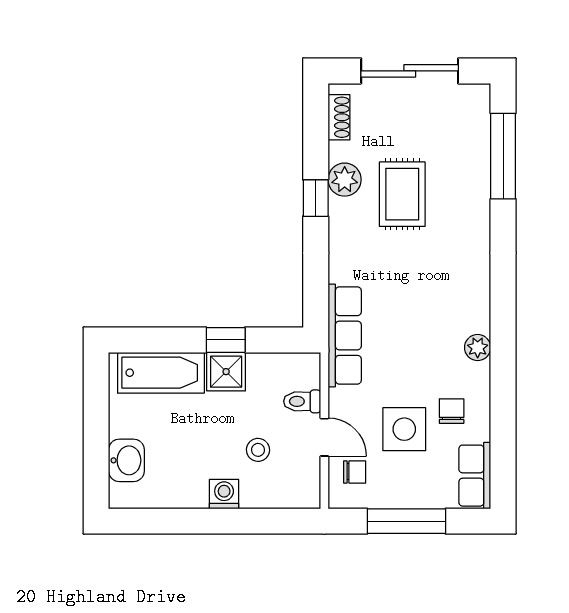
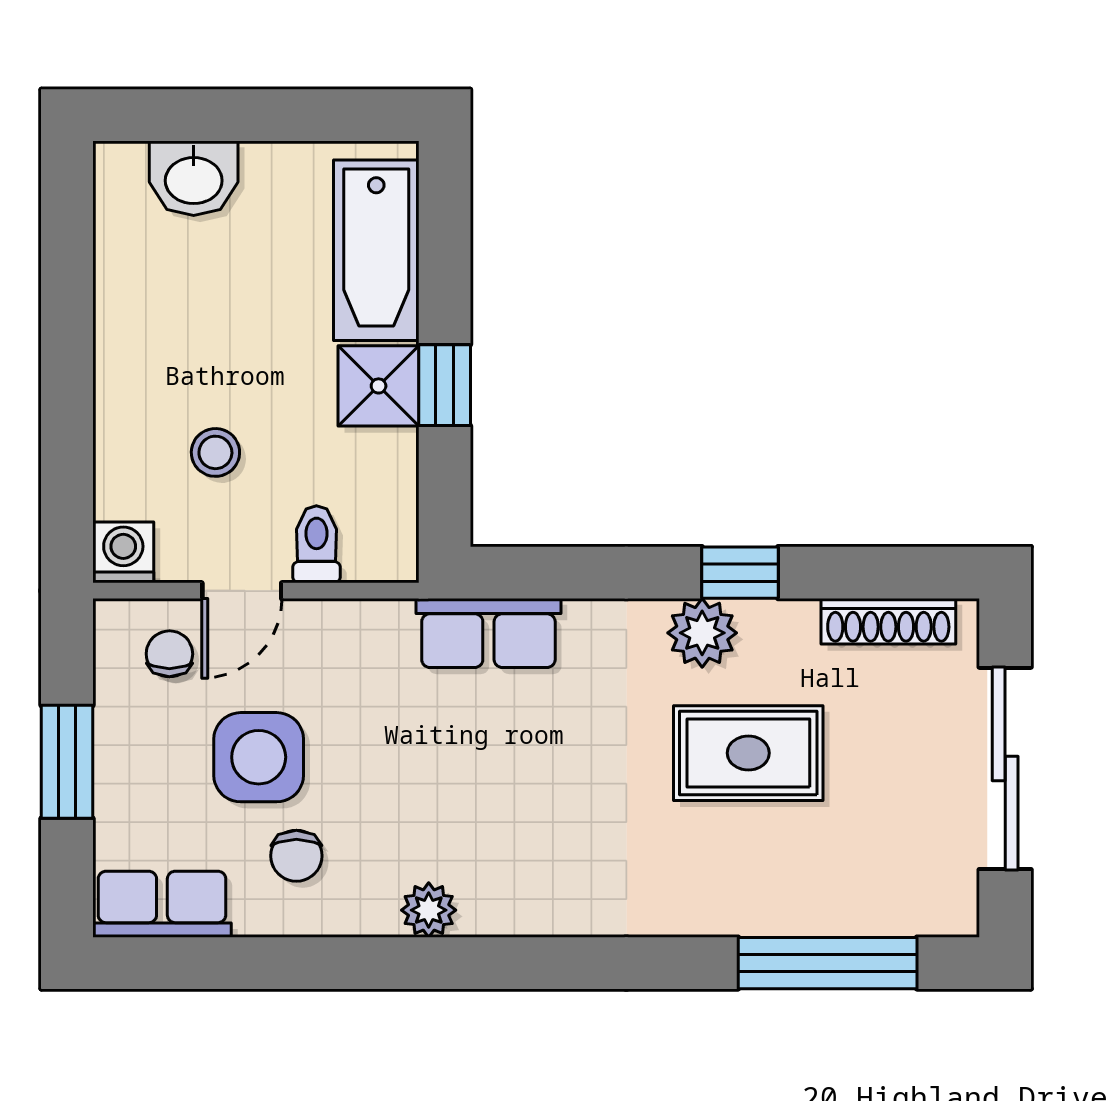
shoe rack: (339, 117) -> (888, 621), width x1.43
plant: (345, 180) -> (702, 633), moved
row of seats: (345, 335) -> (488, 633), width x0.68
chair: (452, 411) -> (296, 856), turned 90
chair: (355, 472) -> (169, 654), turned 180
washing machine: (224, 494) -> (123, 552), moved, turned -90
window: (406, 521) -> (67, 762), width x0.69

